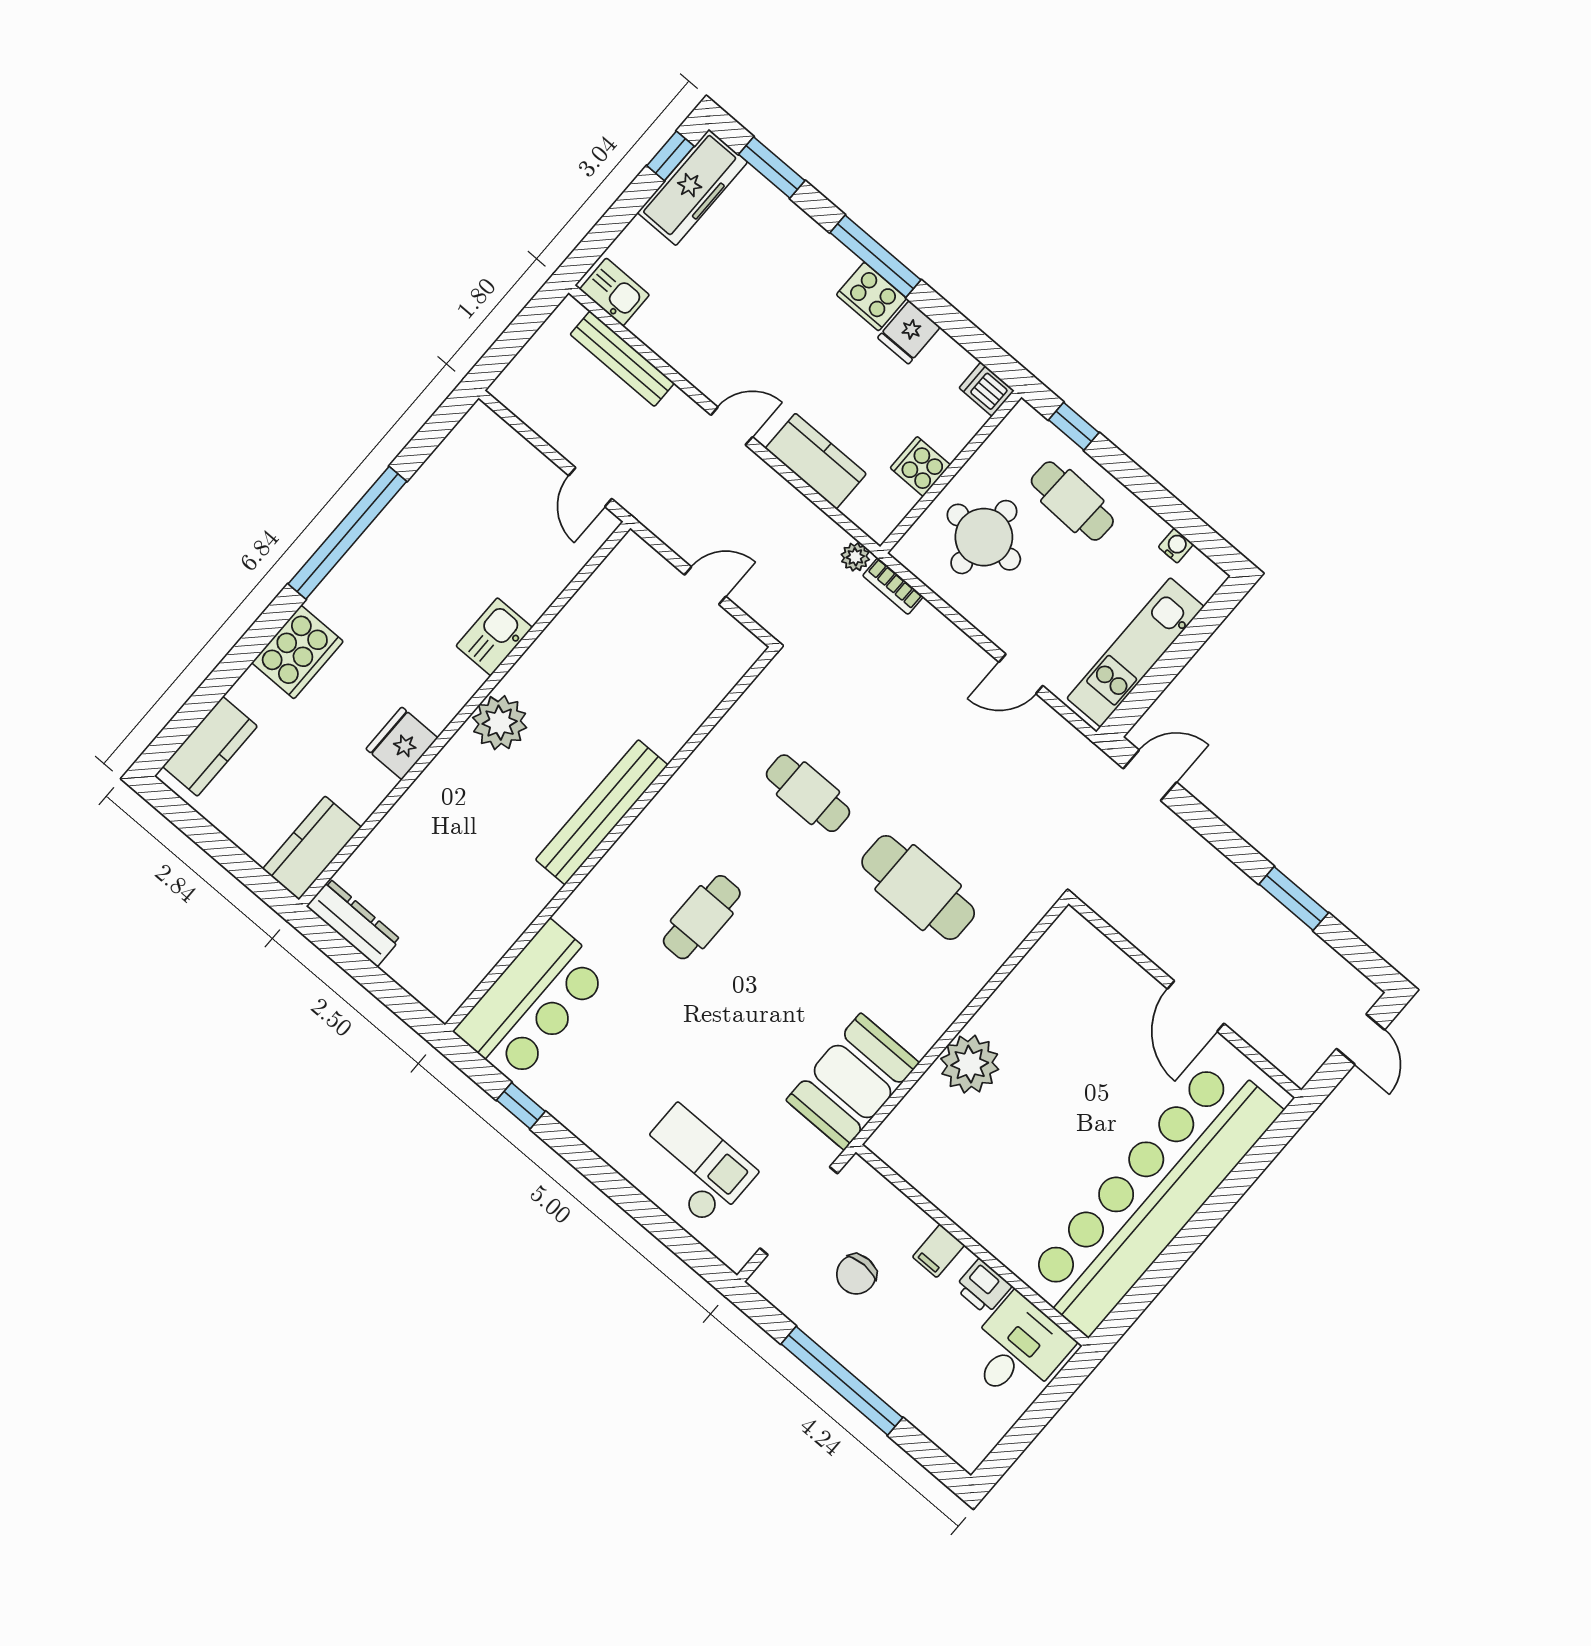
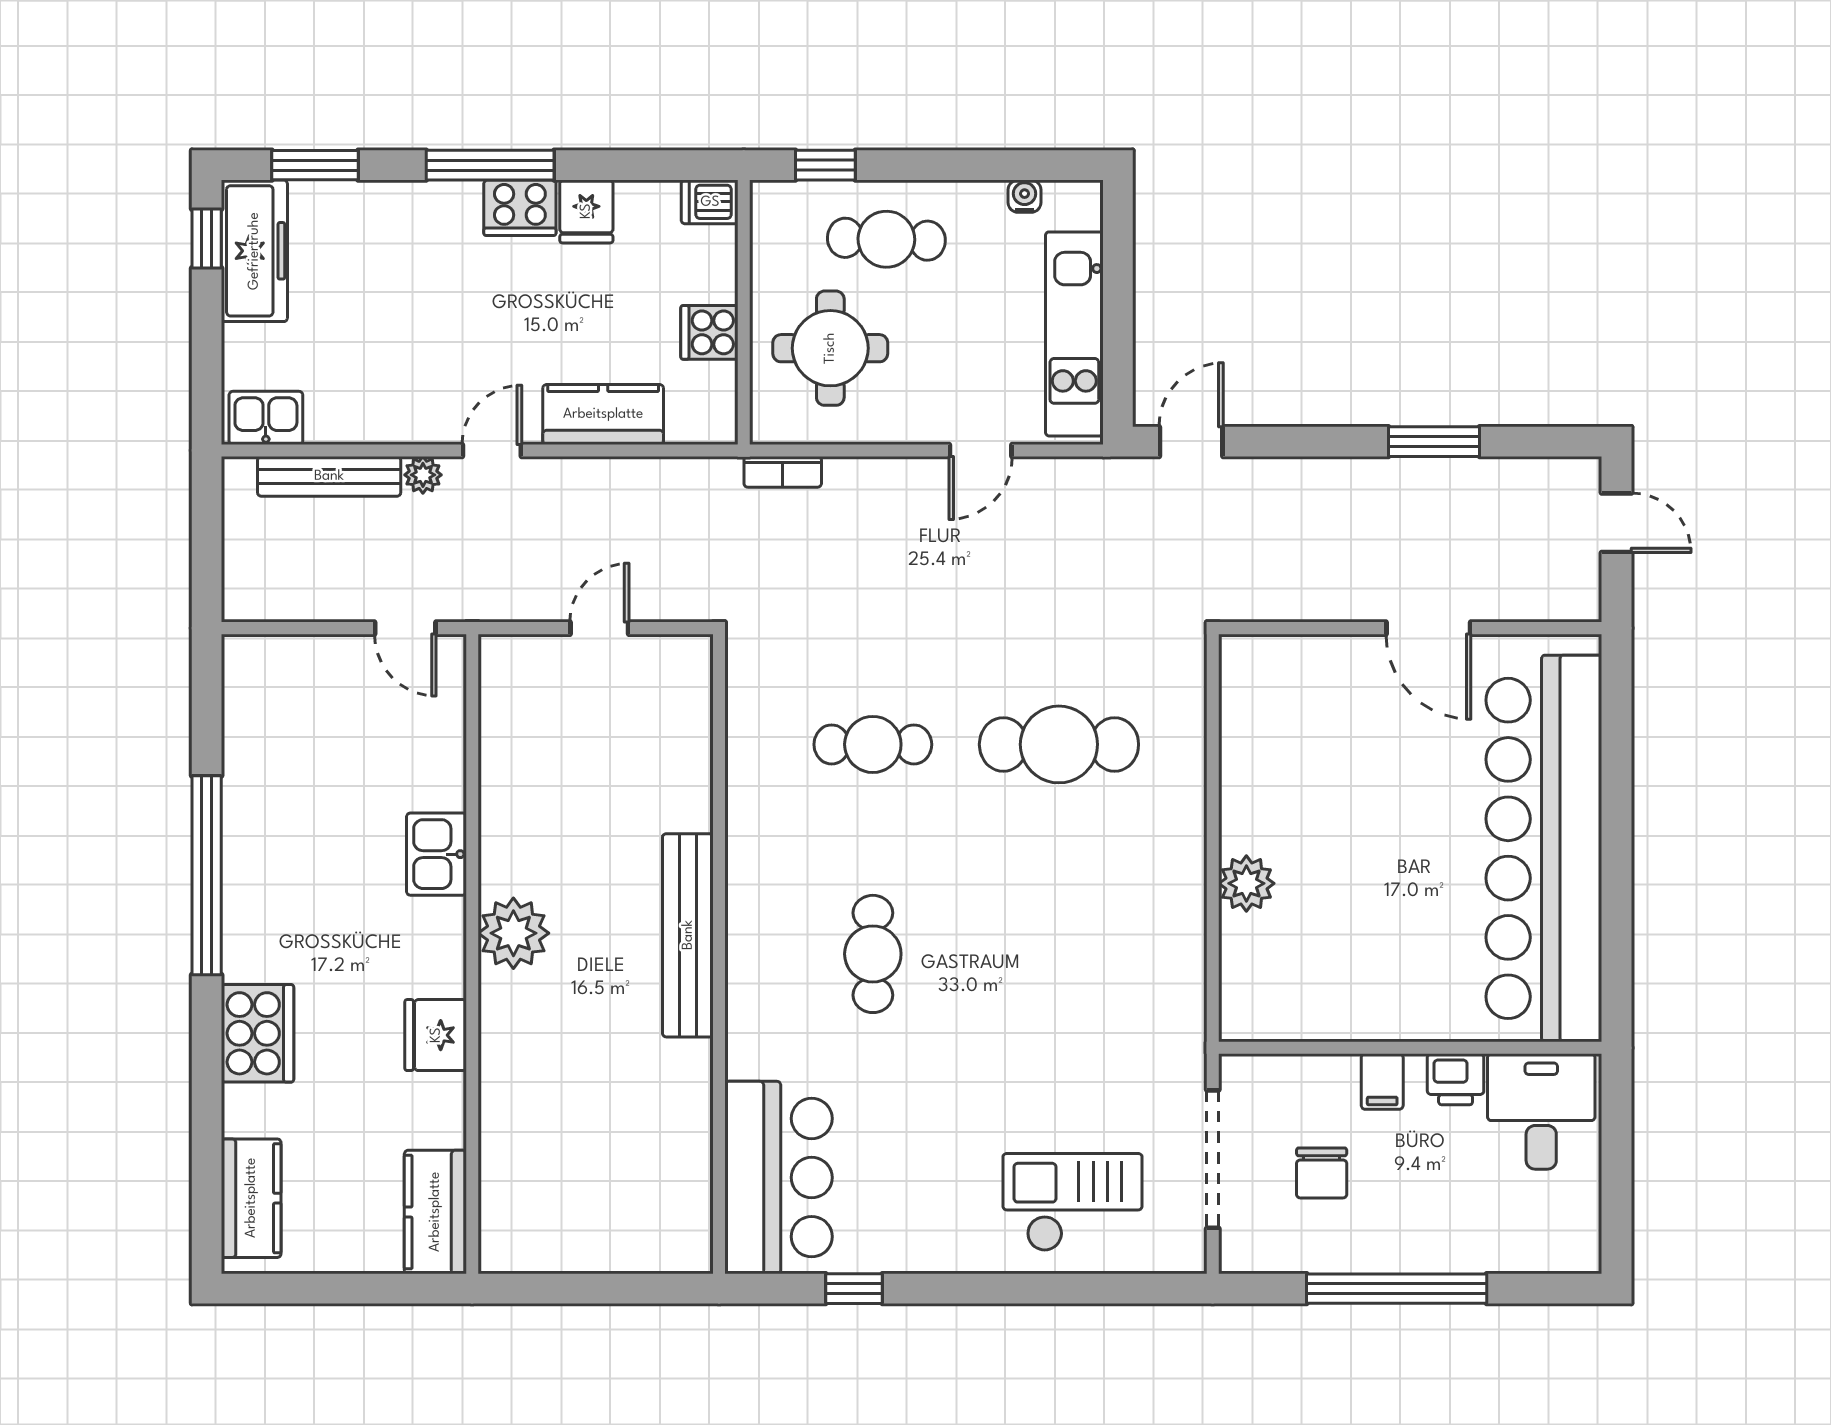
plant: (855, 557) -> (423, 475), moved
dresser: (353, 923) -> (538, 1250), removed
plant: (970, 1064) -> (1246, 883), width x0.73, depth x0.73
booth: (853, 1081) -> (1157, 988), removed

